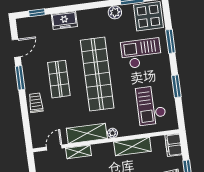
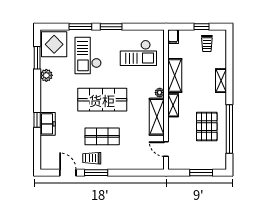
window: (37, 13) -> (37, 120), moved
shop shelf: (97, 74) -> (102, 100), width x0.71
window: (176, 86) -> (111, 27), moved
trolley: (36, 103) -> (92, 158), moved
filing cabinet: (173, 145) -> (173, 37), width x0.50
shelving: (78, 152) -> (173, 105), moved

